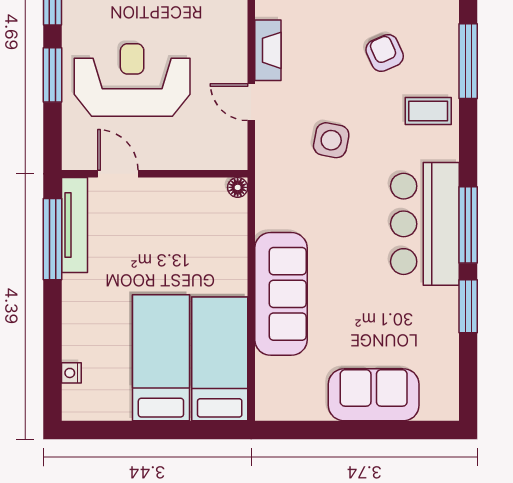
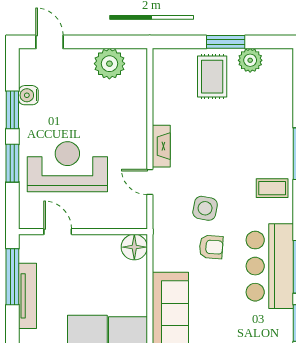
armchair: (385, 53) -> (211, 247), moved, turned 118
floor lamp: (238, 187) -> (134, 247), width x1.89, depth x1.89
tv unit: (74, 225) -> (28, 296), moved

